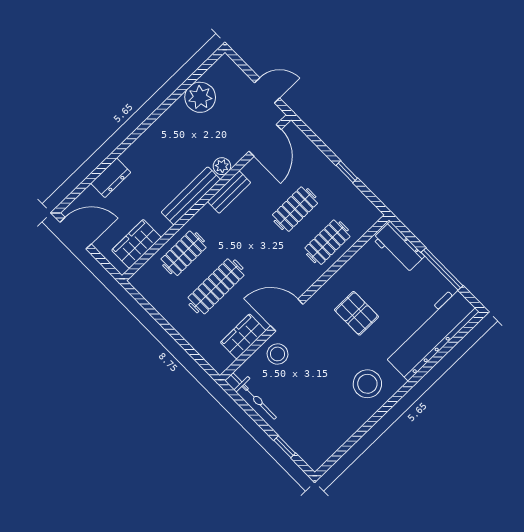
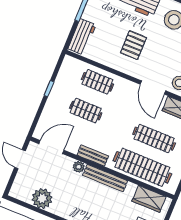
clothes rail: (184, 253) -> (142, 167), width x1.86, depth x1.31

